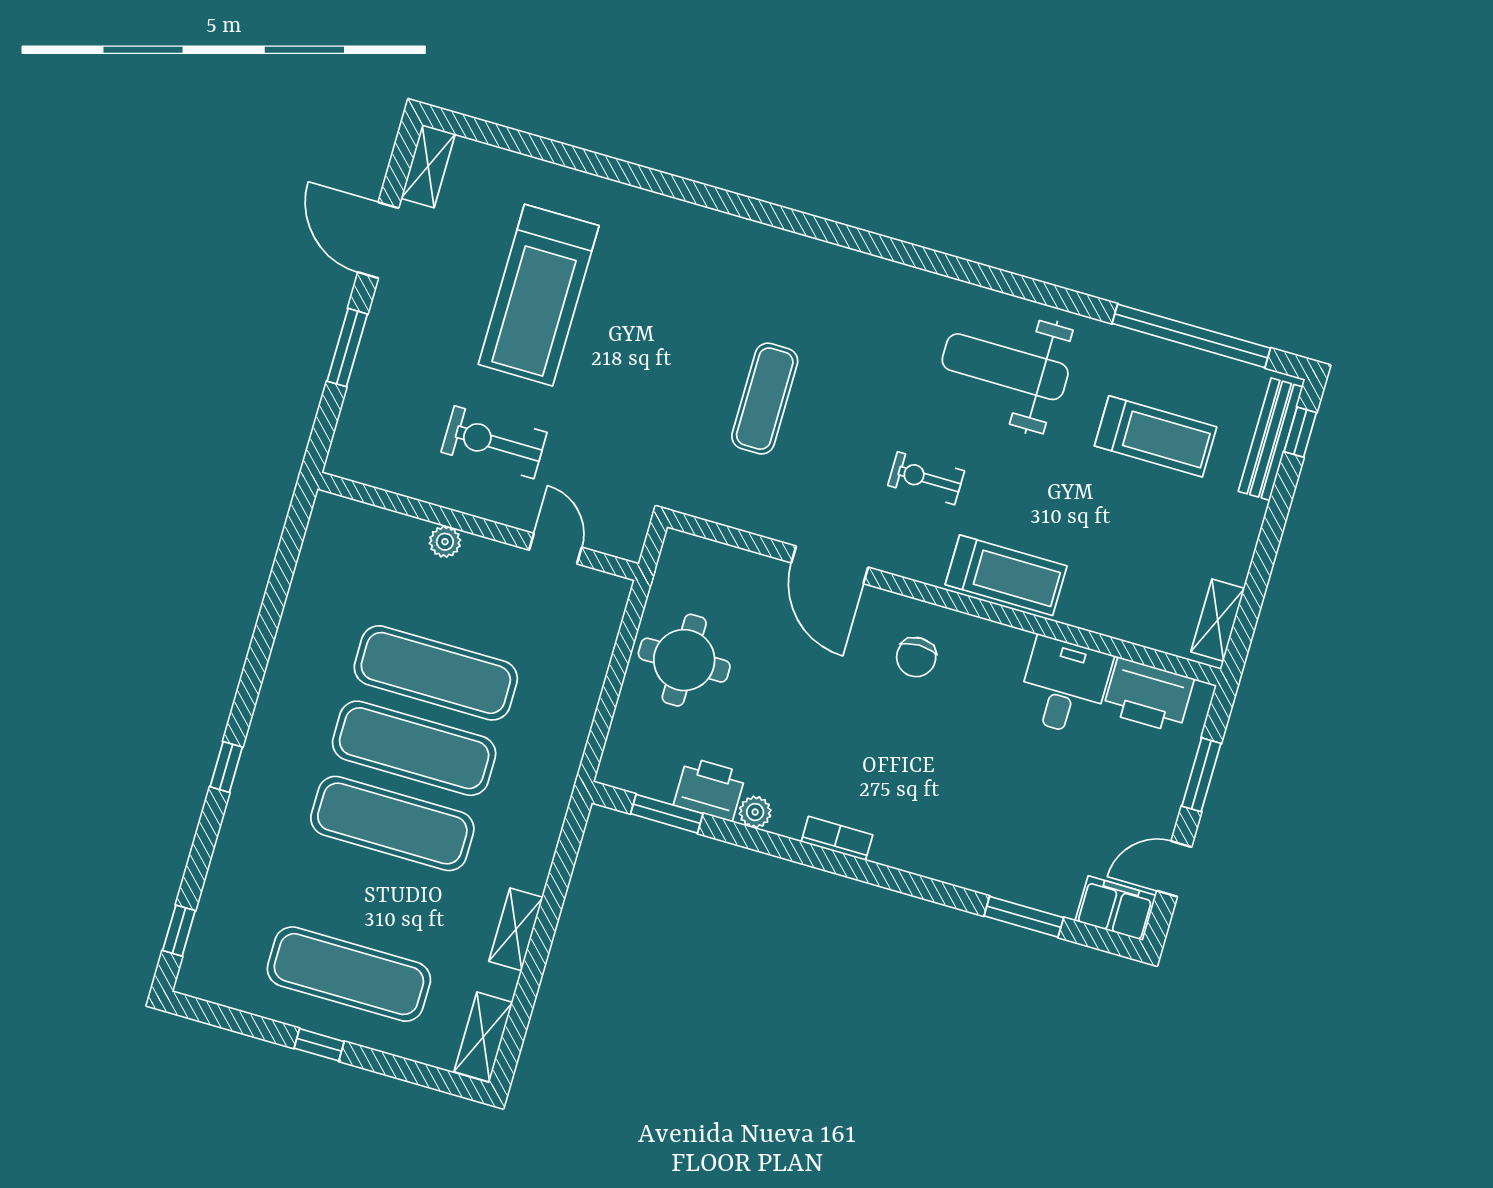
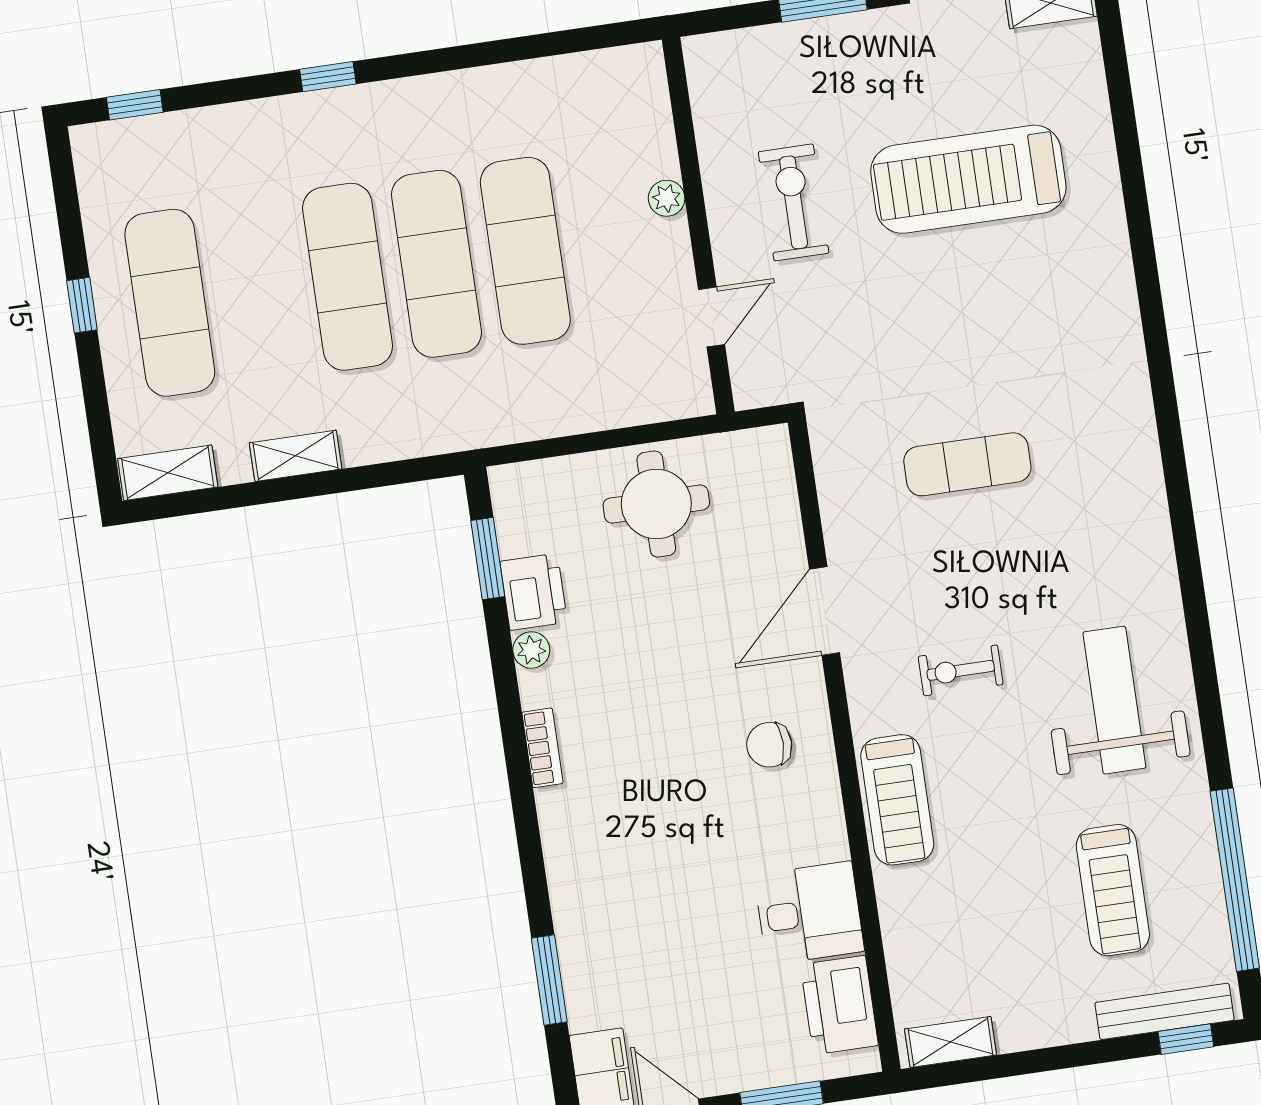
exercise bike: (926, 478) -> (961, 670), turned -90

